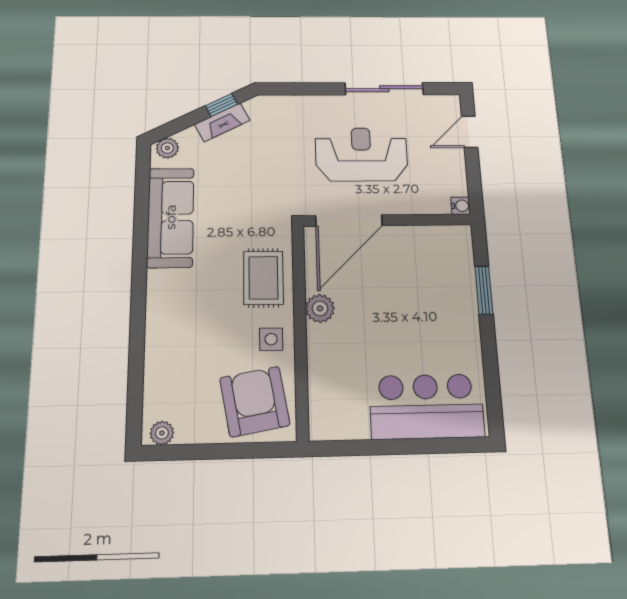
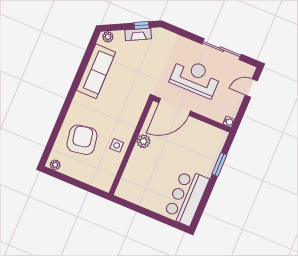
rug: (263, 278) -> (125, 117), removed
armchair: (255, 401) -> (82, 140), moved
bar counter: (427, 406) -> (186, 197), moved, turned -90

